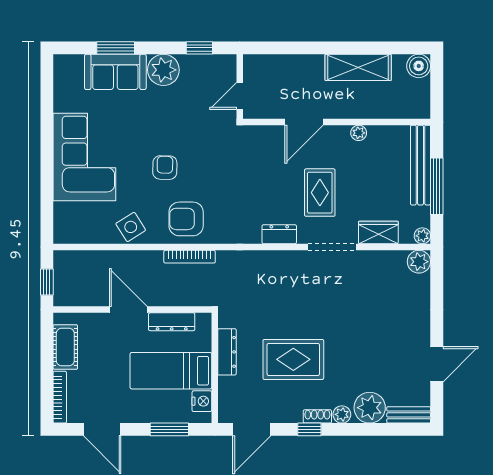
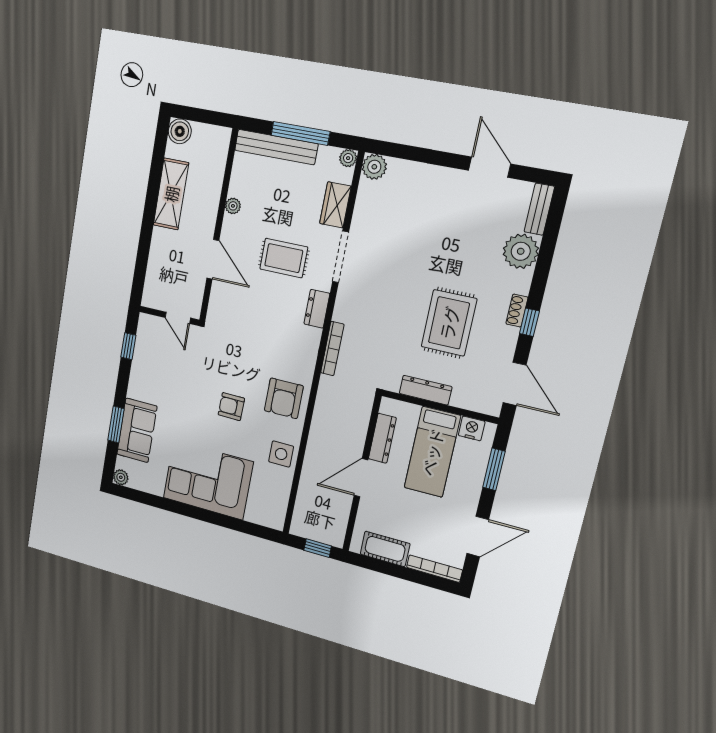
plant: (163, 70) -> (121, 477), moved, width x0.53, depth x0.53
side table: (131, 227) -> (281, 454), turned 32
bookcase: (190, 257) -> (332, 349), moved
plant: (342, 414) -> (521, 283), removed

